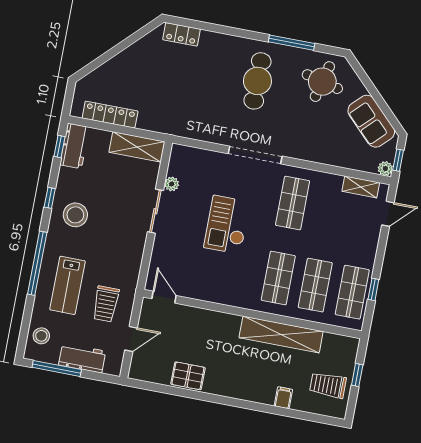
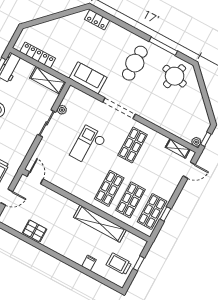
sofa: (371, 121) -> (88, 78), moved, turned 135

